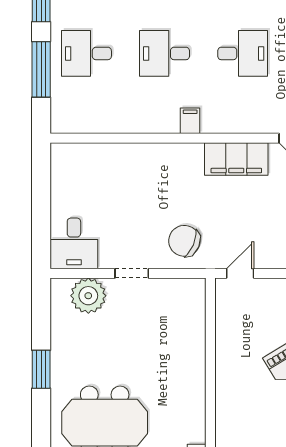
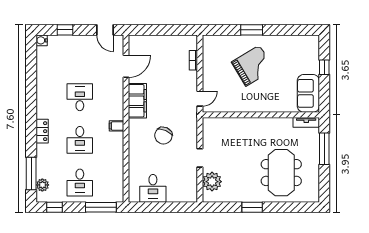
window: (41, 69) -> (101, 207), moved
chair: (184, 241) -> (163, 136), moved
desk: (74, 243) -> (153, 188), moved, turned 90
door: (240, 273) -> (200, 99), swing flipped

